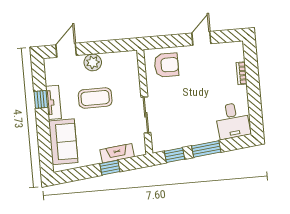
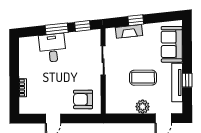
tv unit: (53, 102) -> (177, 83), width x1.41
desk: (233, 121) -> (52, 48), moved

